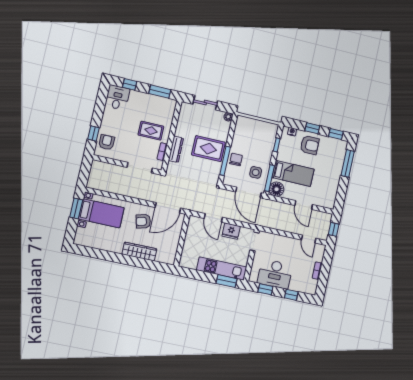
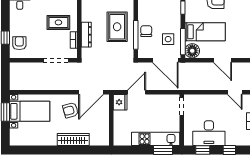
rug: (208, 149) -> (117, 27), turned 90
door: (213, 218) -> (137, 92), swing flipped
fridge: (231, 231) -> (120, 102), moved, turned -90

